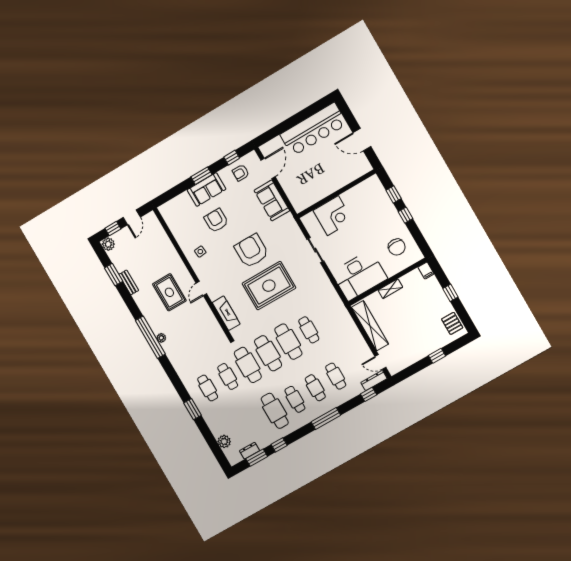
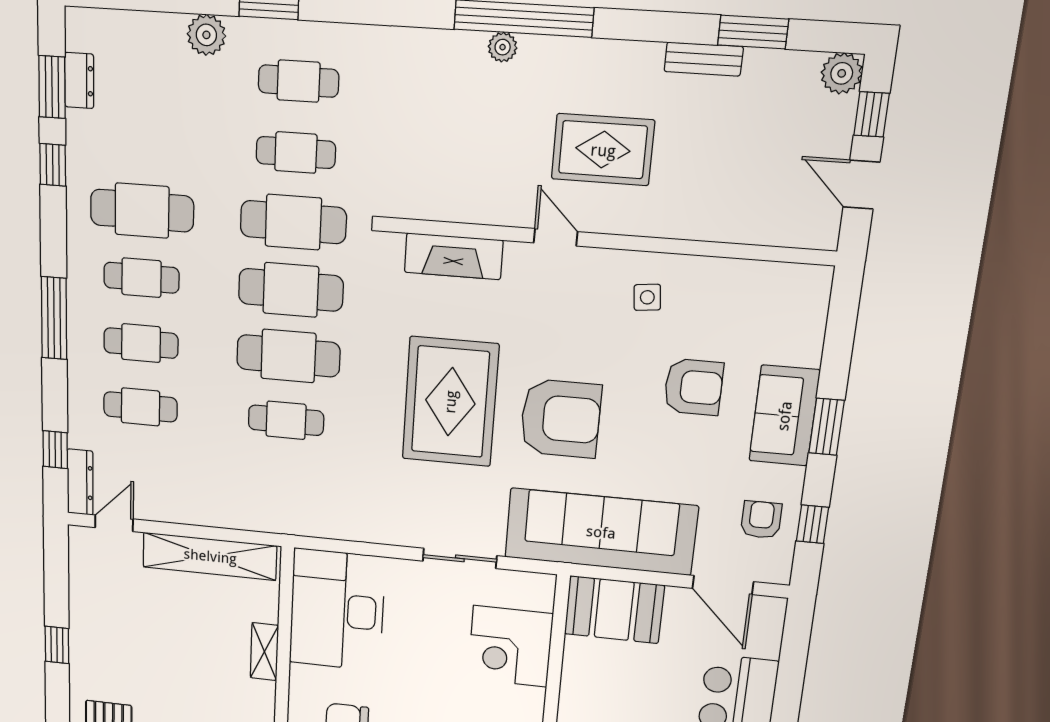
booth: (298, 194) -> (614, 610), added
sofa: (272, 200) -> (601, 532), width x1.85, depth x1.27
plant: (224, 441) -> (206, 35), moved

